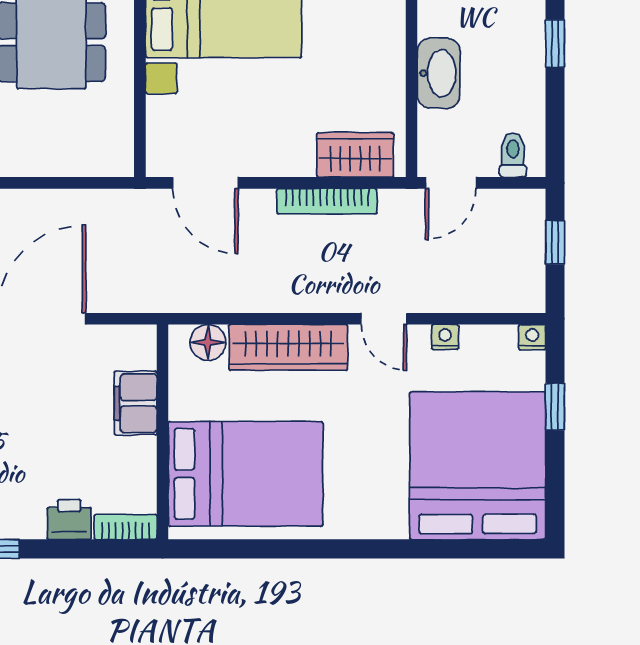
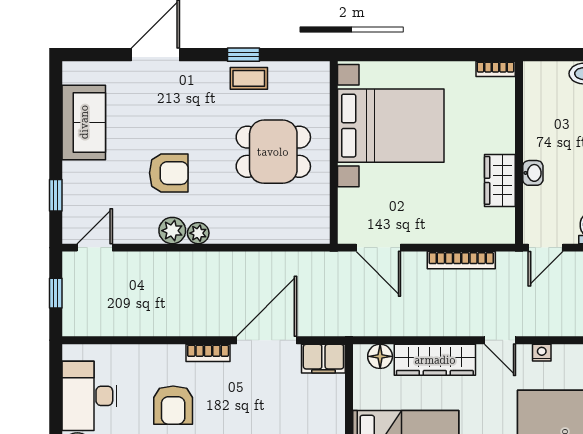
washbasin: (439, 73) -> (533, 173), width x0.52, depth x0.69
wardrobe: (355, 155) -> (500, 180), moved, turned -90
filing cabinet: (136, 403) -> (323, 359), moved, turned -90

